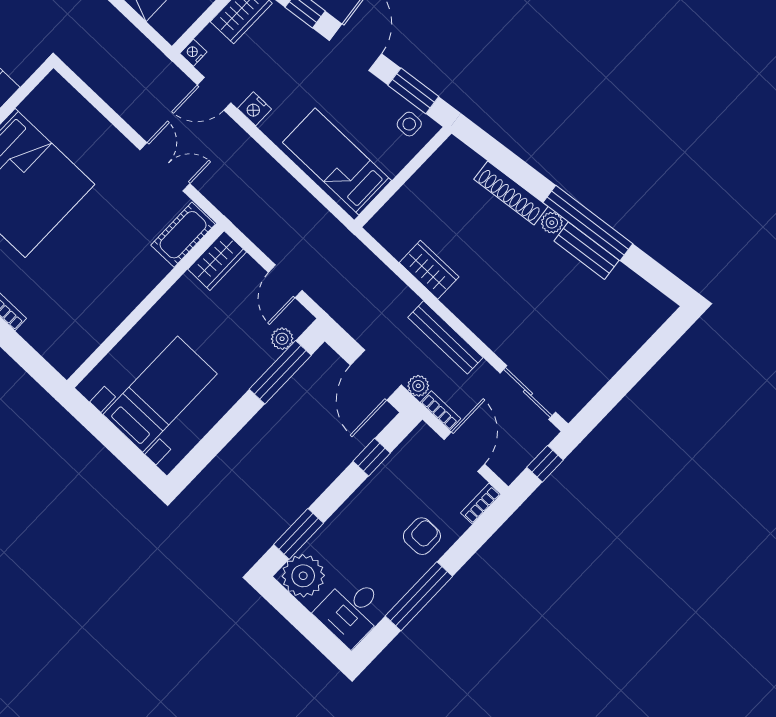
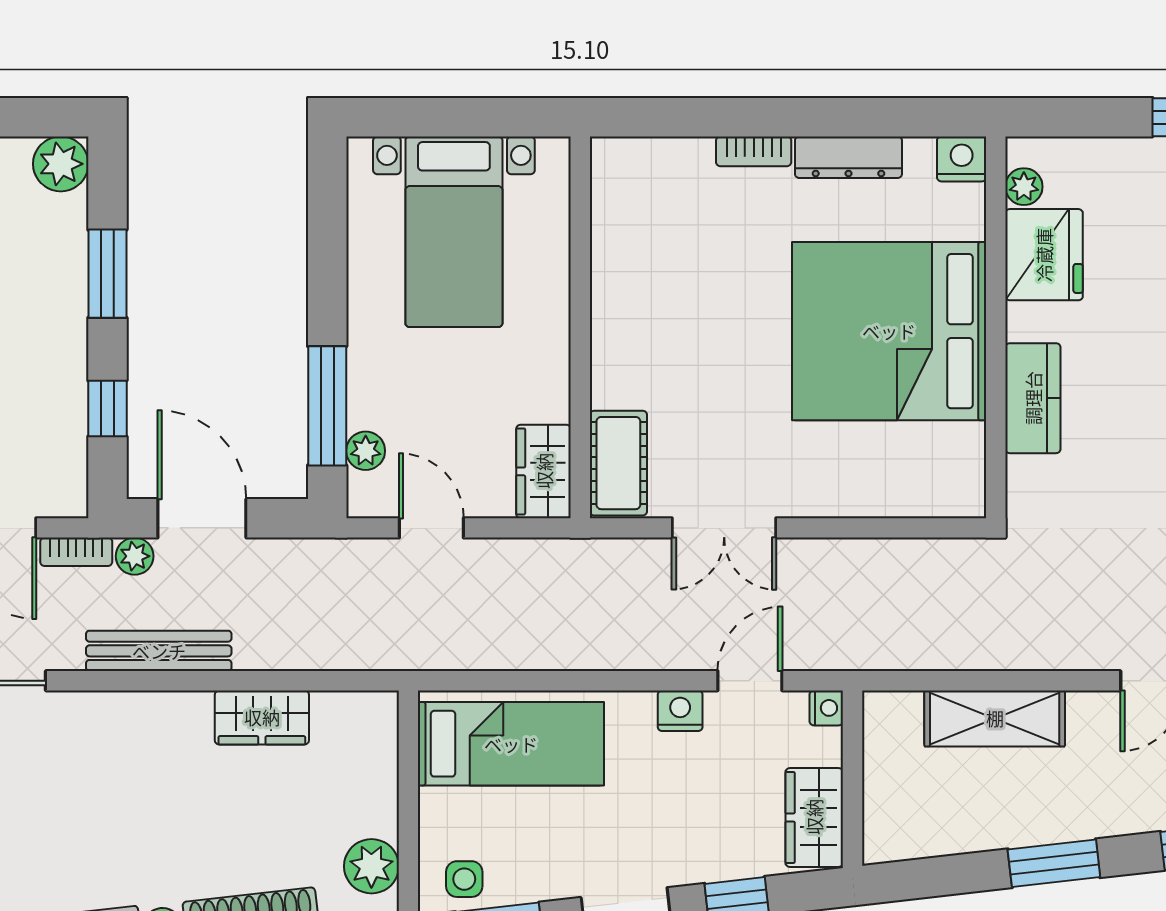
plant: (442, 166) -> (371, 866), added
window: (299, 534) -> (107, 274), moved
plant: (303, 576) -> (61, 164), width x0.73, depth x0.73

